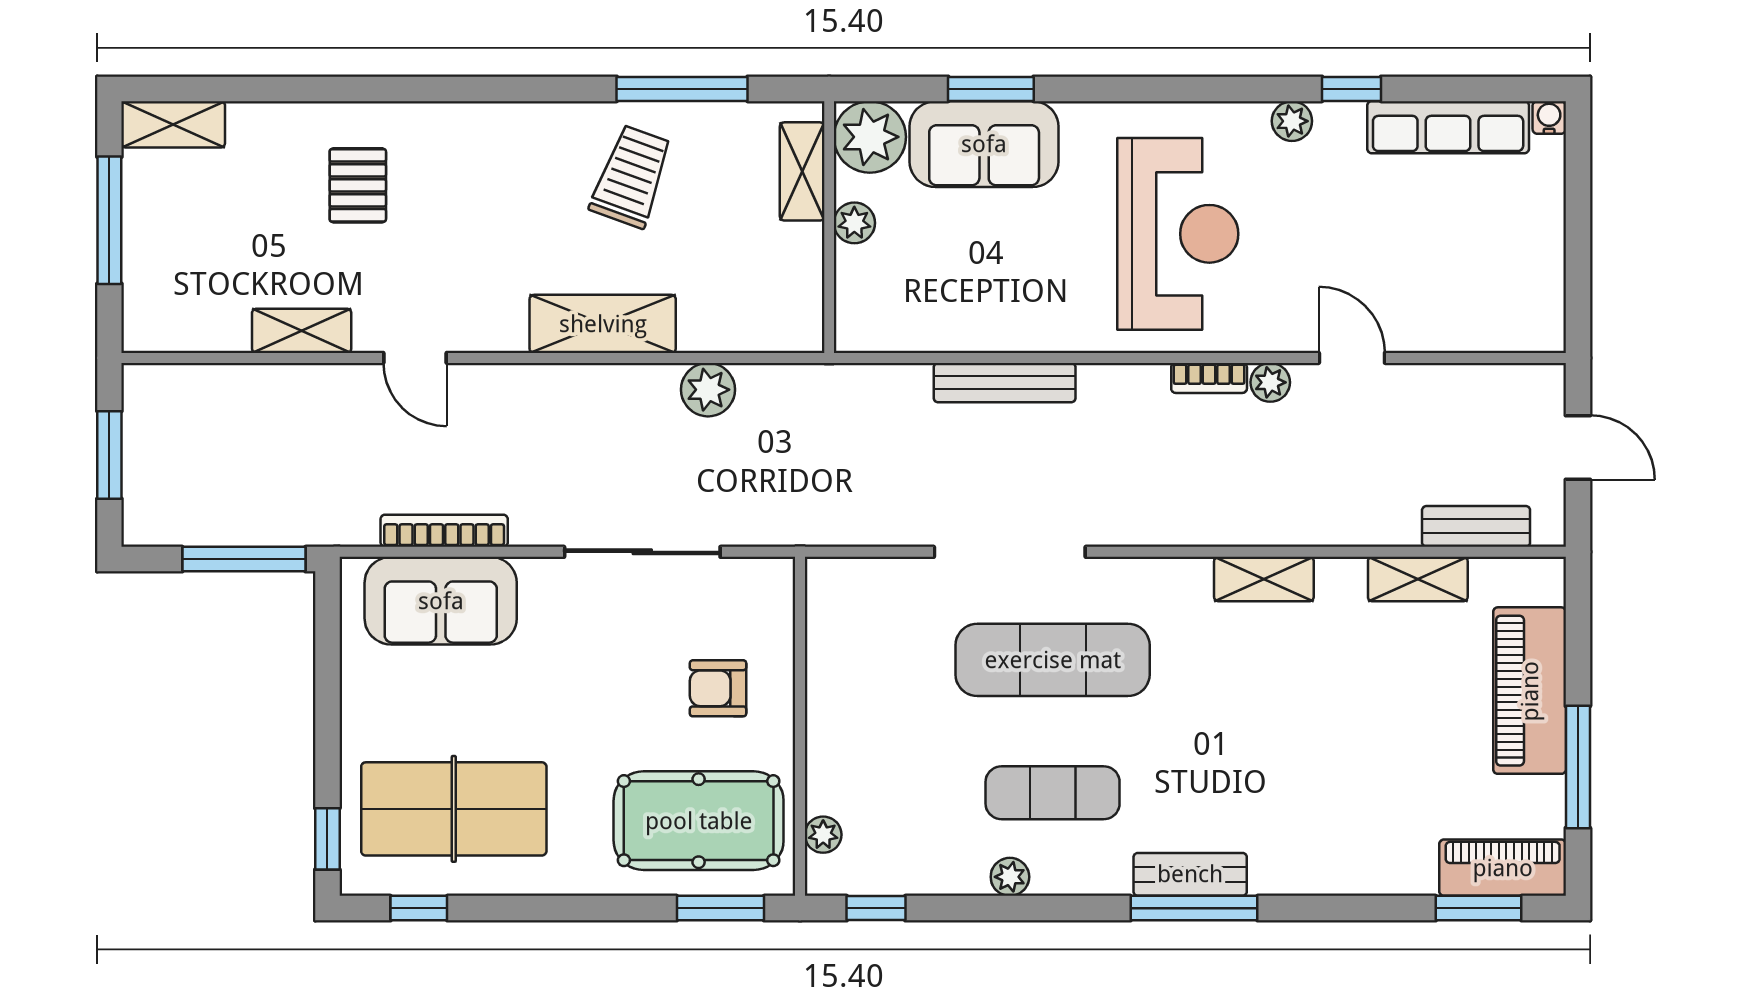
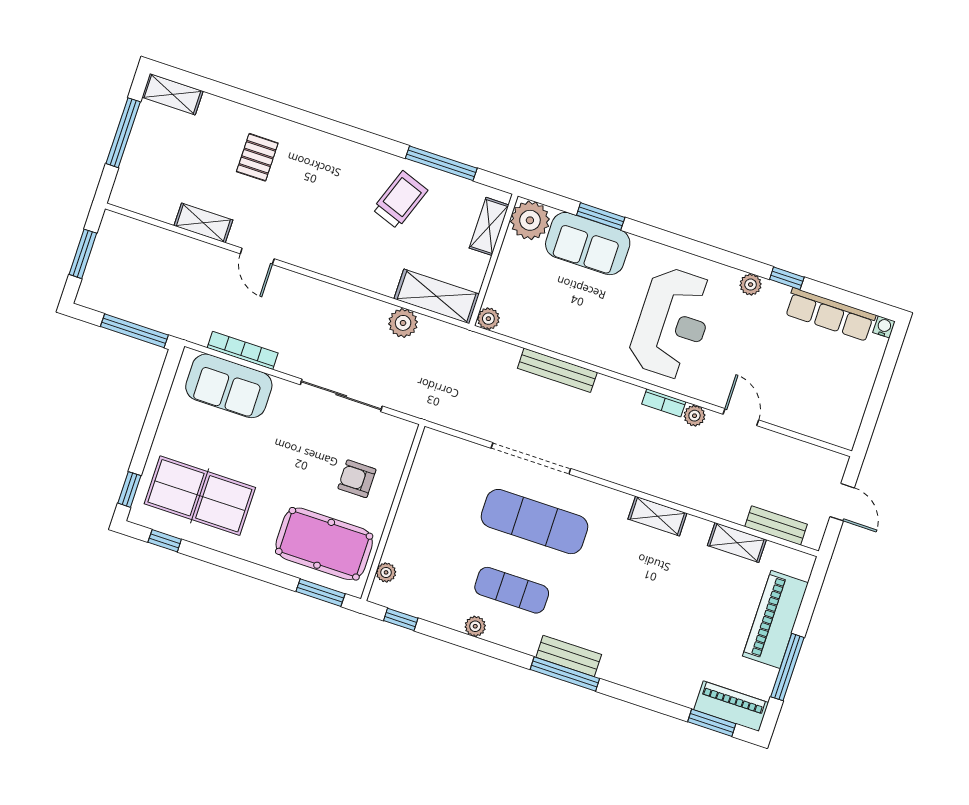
plant: (854, 223) -> (488, 319), moved
shelving: (603, 324) -> (437, 296), moved

